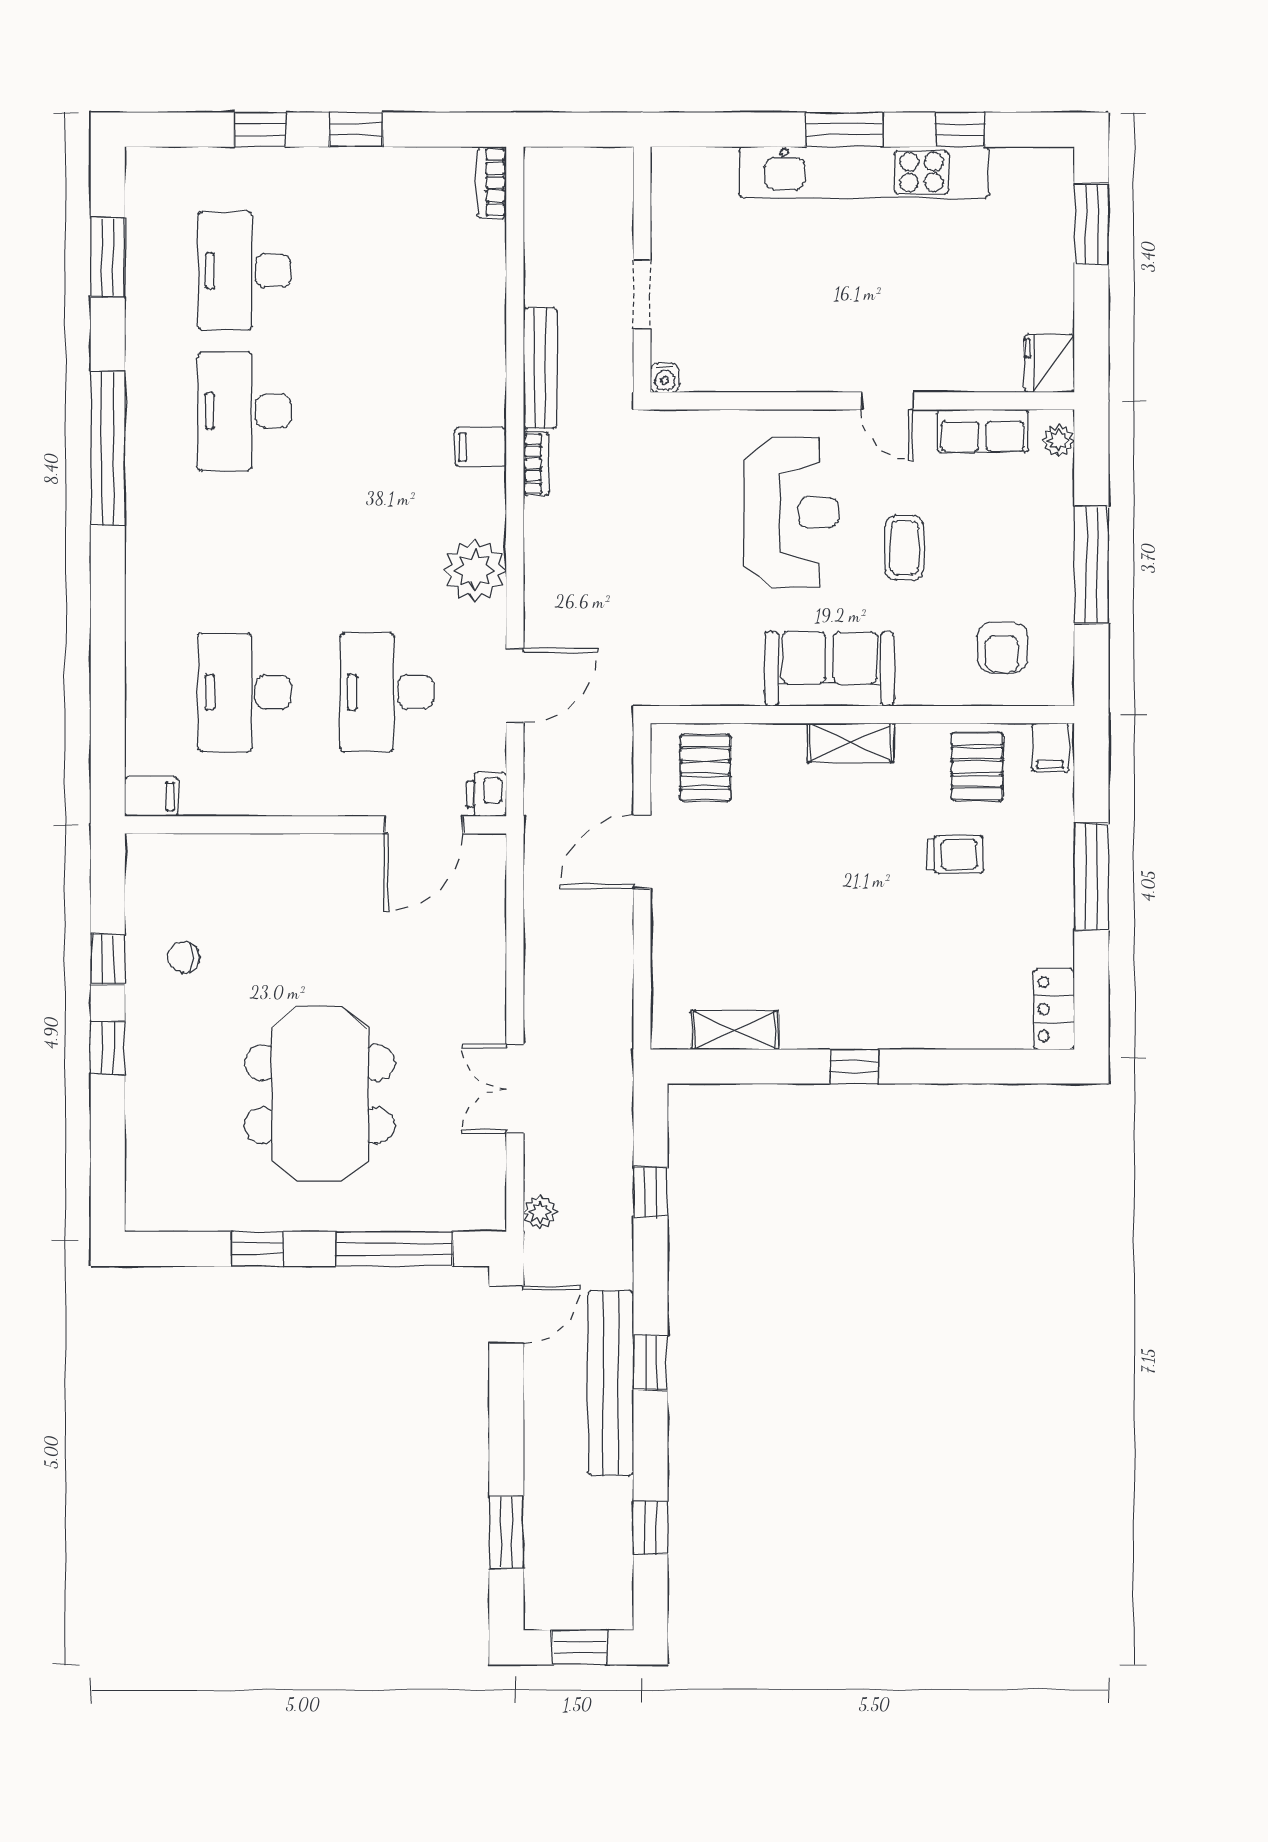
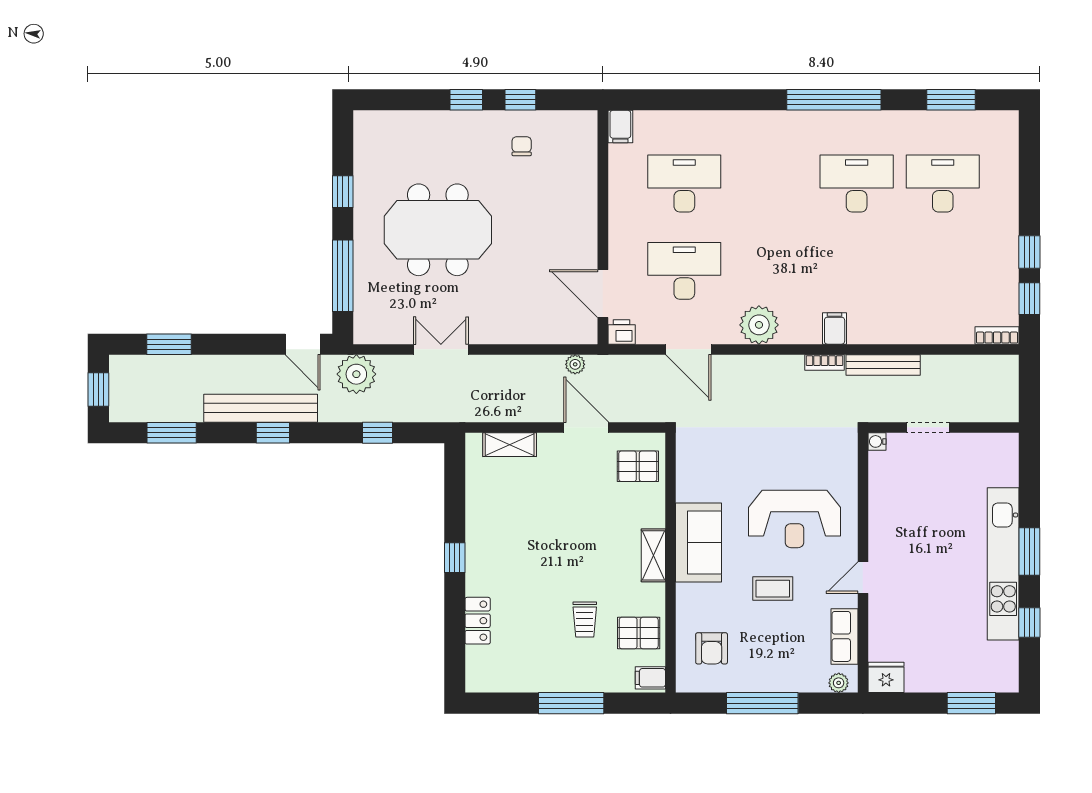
window: (260, 130) -> (1029, 299), moved
armchair: (1002, 648) -> (712, 648), turned -90
plant: (539, 870) -> (575, 364), added
locker: (1054, 1009) -> (478, 621), moved, turned 90
shelving: (735, 1030) -> (510, 445), moved, turned 90
plant: (540, 1212) -> (356, 374), width x1.88, depth x1.88
window: (650, 1528) -> (172, 433), width x1.50

